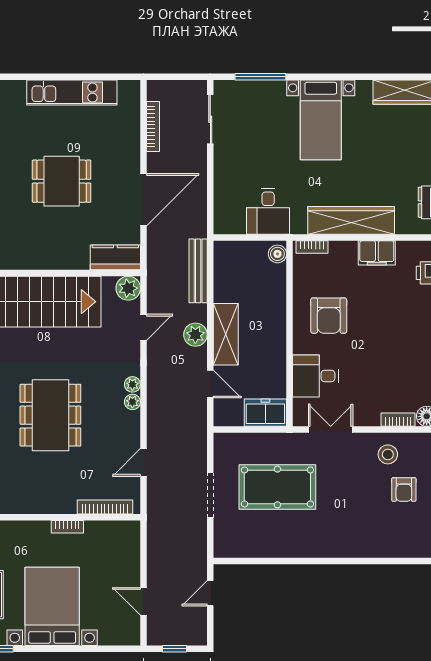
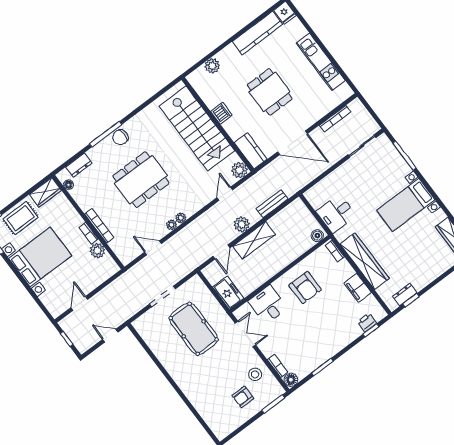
dishwasher: (44, 258) -> (221, 113), added
bench: (198, 271) -> (272, 204), width x0.73
armchair: (329, 316) -> (305, 287), turned -90
door: (143, 327) -> (225, 194), swing flipped
plant: (132, 384) -> (171, 225), moved
bookcase: (105, 507) -> (99, 226), moved
plant: (96, 532) -> (97, 251), added

